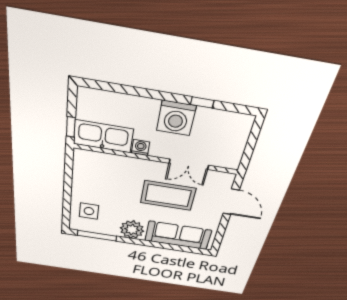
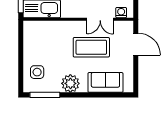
washing machine: (140, 148) -> (121, 13), moved
sofa: (178, 235) -> (105, 82), width x0.73

